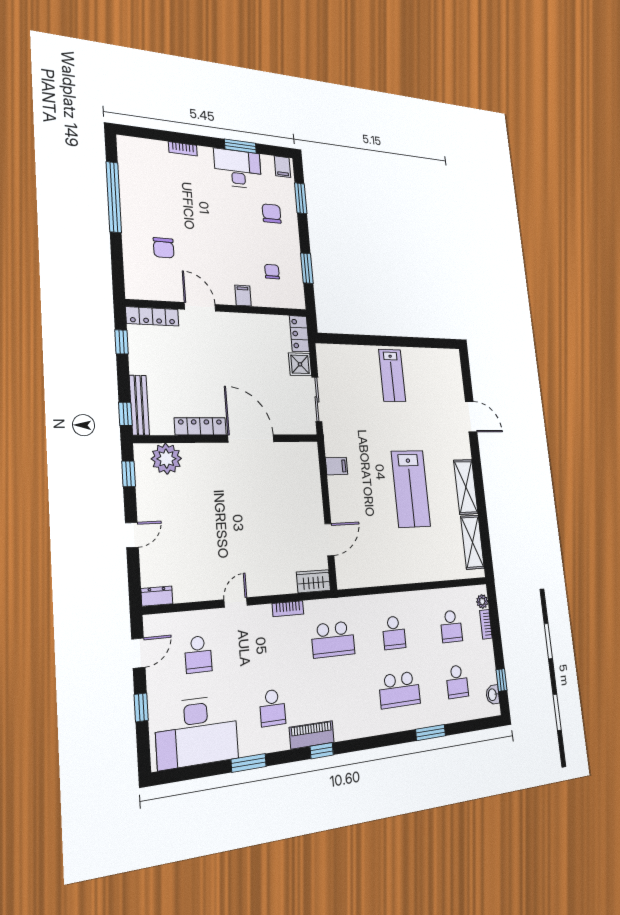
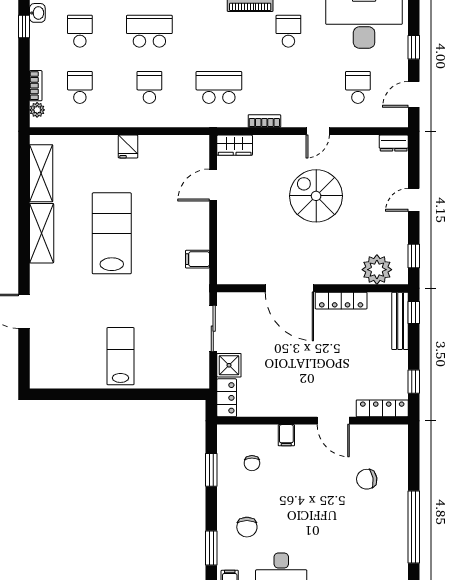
chair: (164, 248) -> (367, 479), turned -99
spiral stairs: (232, 534) -> (316, 196), added
fridge: (406, 573) -> (128, 147), added

